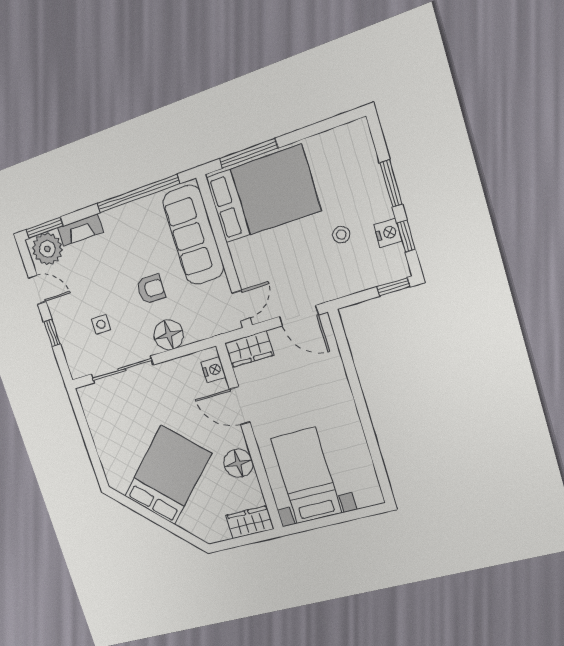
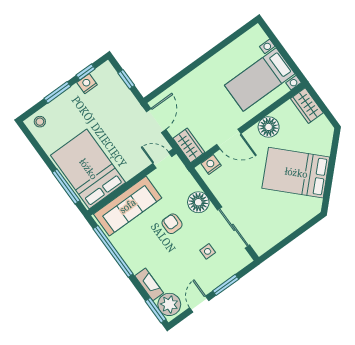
stool: (341, 234) -> (40, 122), moved
window: (394, 287) -> (126, 79), moved
window: (52, 333) -> (226, 285), width x1.50
door: (240, 406) -> (229, 139), hinge flipped

